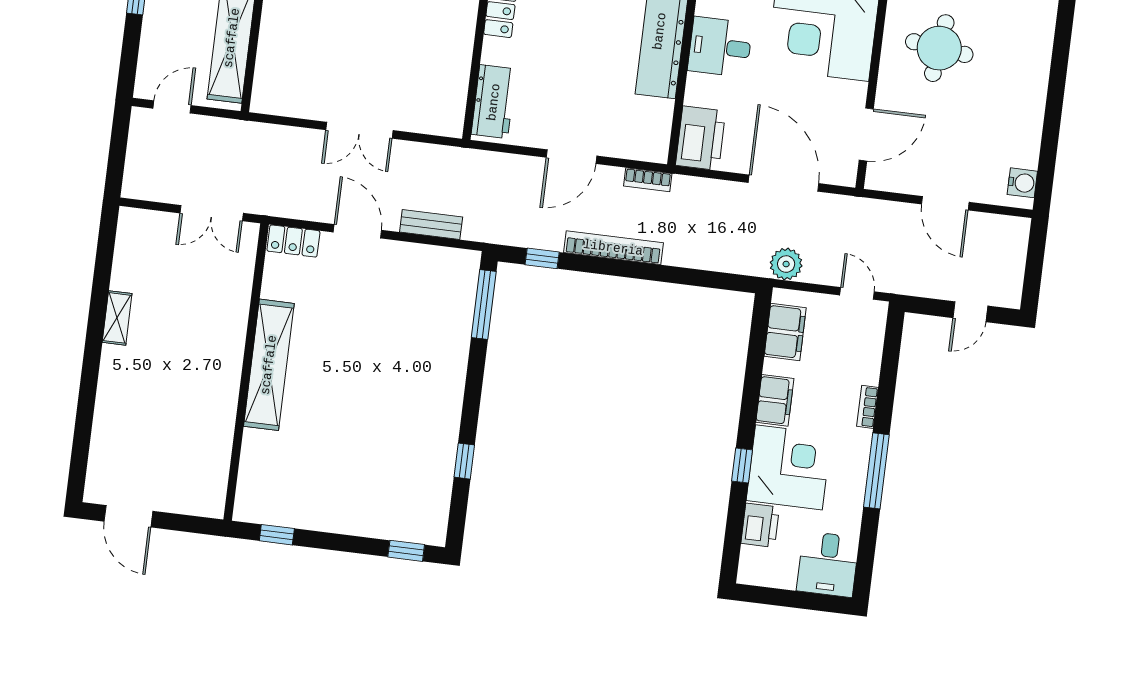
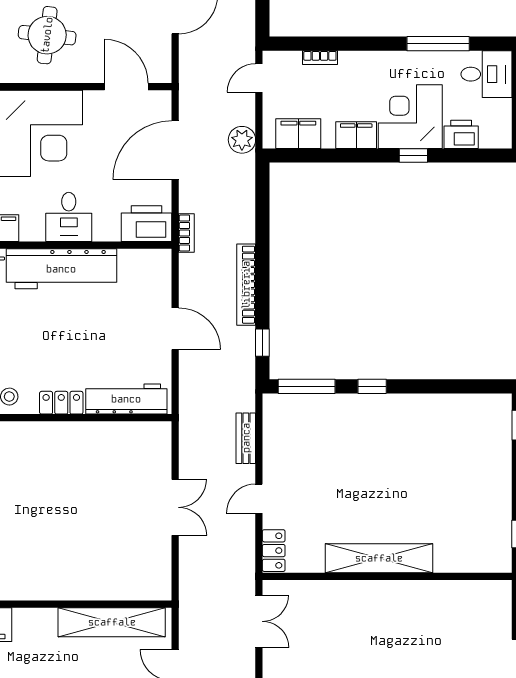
workbench: (494, 102) -> (126, 399), width x1.38
bookcase: (648, 180) -> (186, 233), moved
door: (357, 231) -> (259, 499), width x0.73
bookcase: (868, 407) -> (320, 58), moved
window: (464, 461) -> (372, 386), moved
window: (876, 471) -> (438, 44), moved

